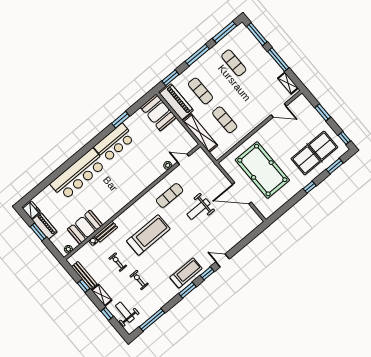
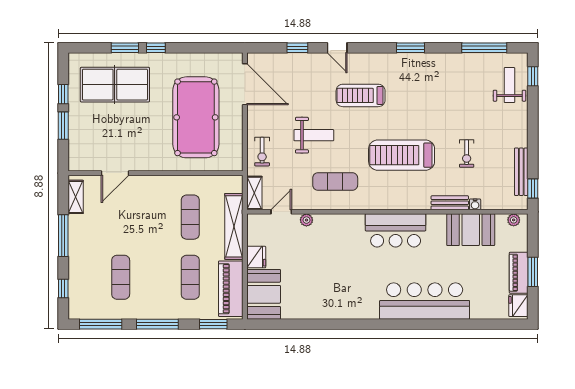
window: (257, 34) -> (63, 289), width x0.46
door: (279, 110) -> (115, 173), swing flipped
window: (121, 120) -> (317, 324), removed
fridge: (177, 127) -> (256, 257), added
window: (344, 138) -> (63, 94), moved
bar counter: (114, 143) -> (396, 230), moved, turned 180
door: (183, 159) -> (281, 212), swing flipped
window: (335, 166) -> (125, 48), moved
door: (242, 193) -> (245, 84), moved
treadmill: (186, 273) -> (361, 95), moved
window: (207, 273) -> (297, 48), moved
exercise bike: (139, 280) -> (262, 152), moved
window: (84, 286) -> (533, 188), moved
shelving: (102, 295) -> (254, 193), moved
weight bench: (125, 312) -> (509, 85), turned 180
window: (107, 314) -> (533, 76), moved

